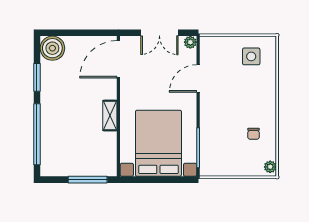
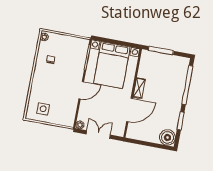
door: (118, 59) -> (130, 110), moved
door: (198, 78) -> (81, 90), moved

